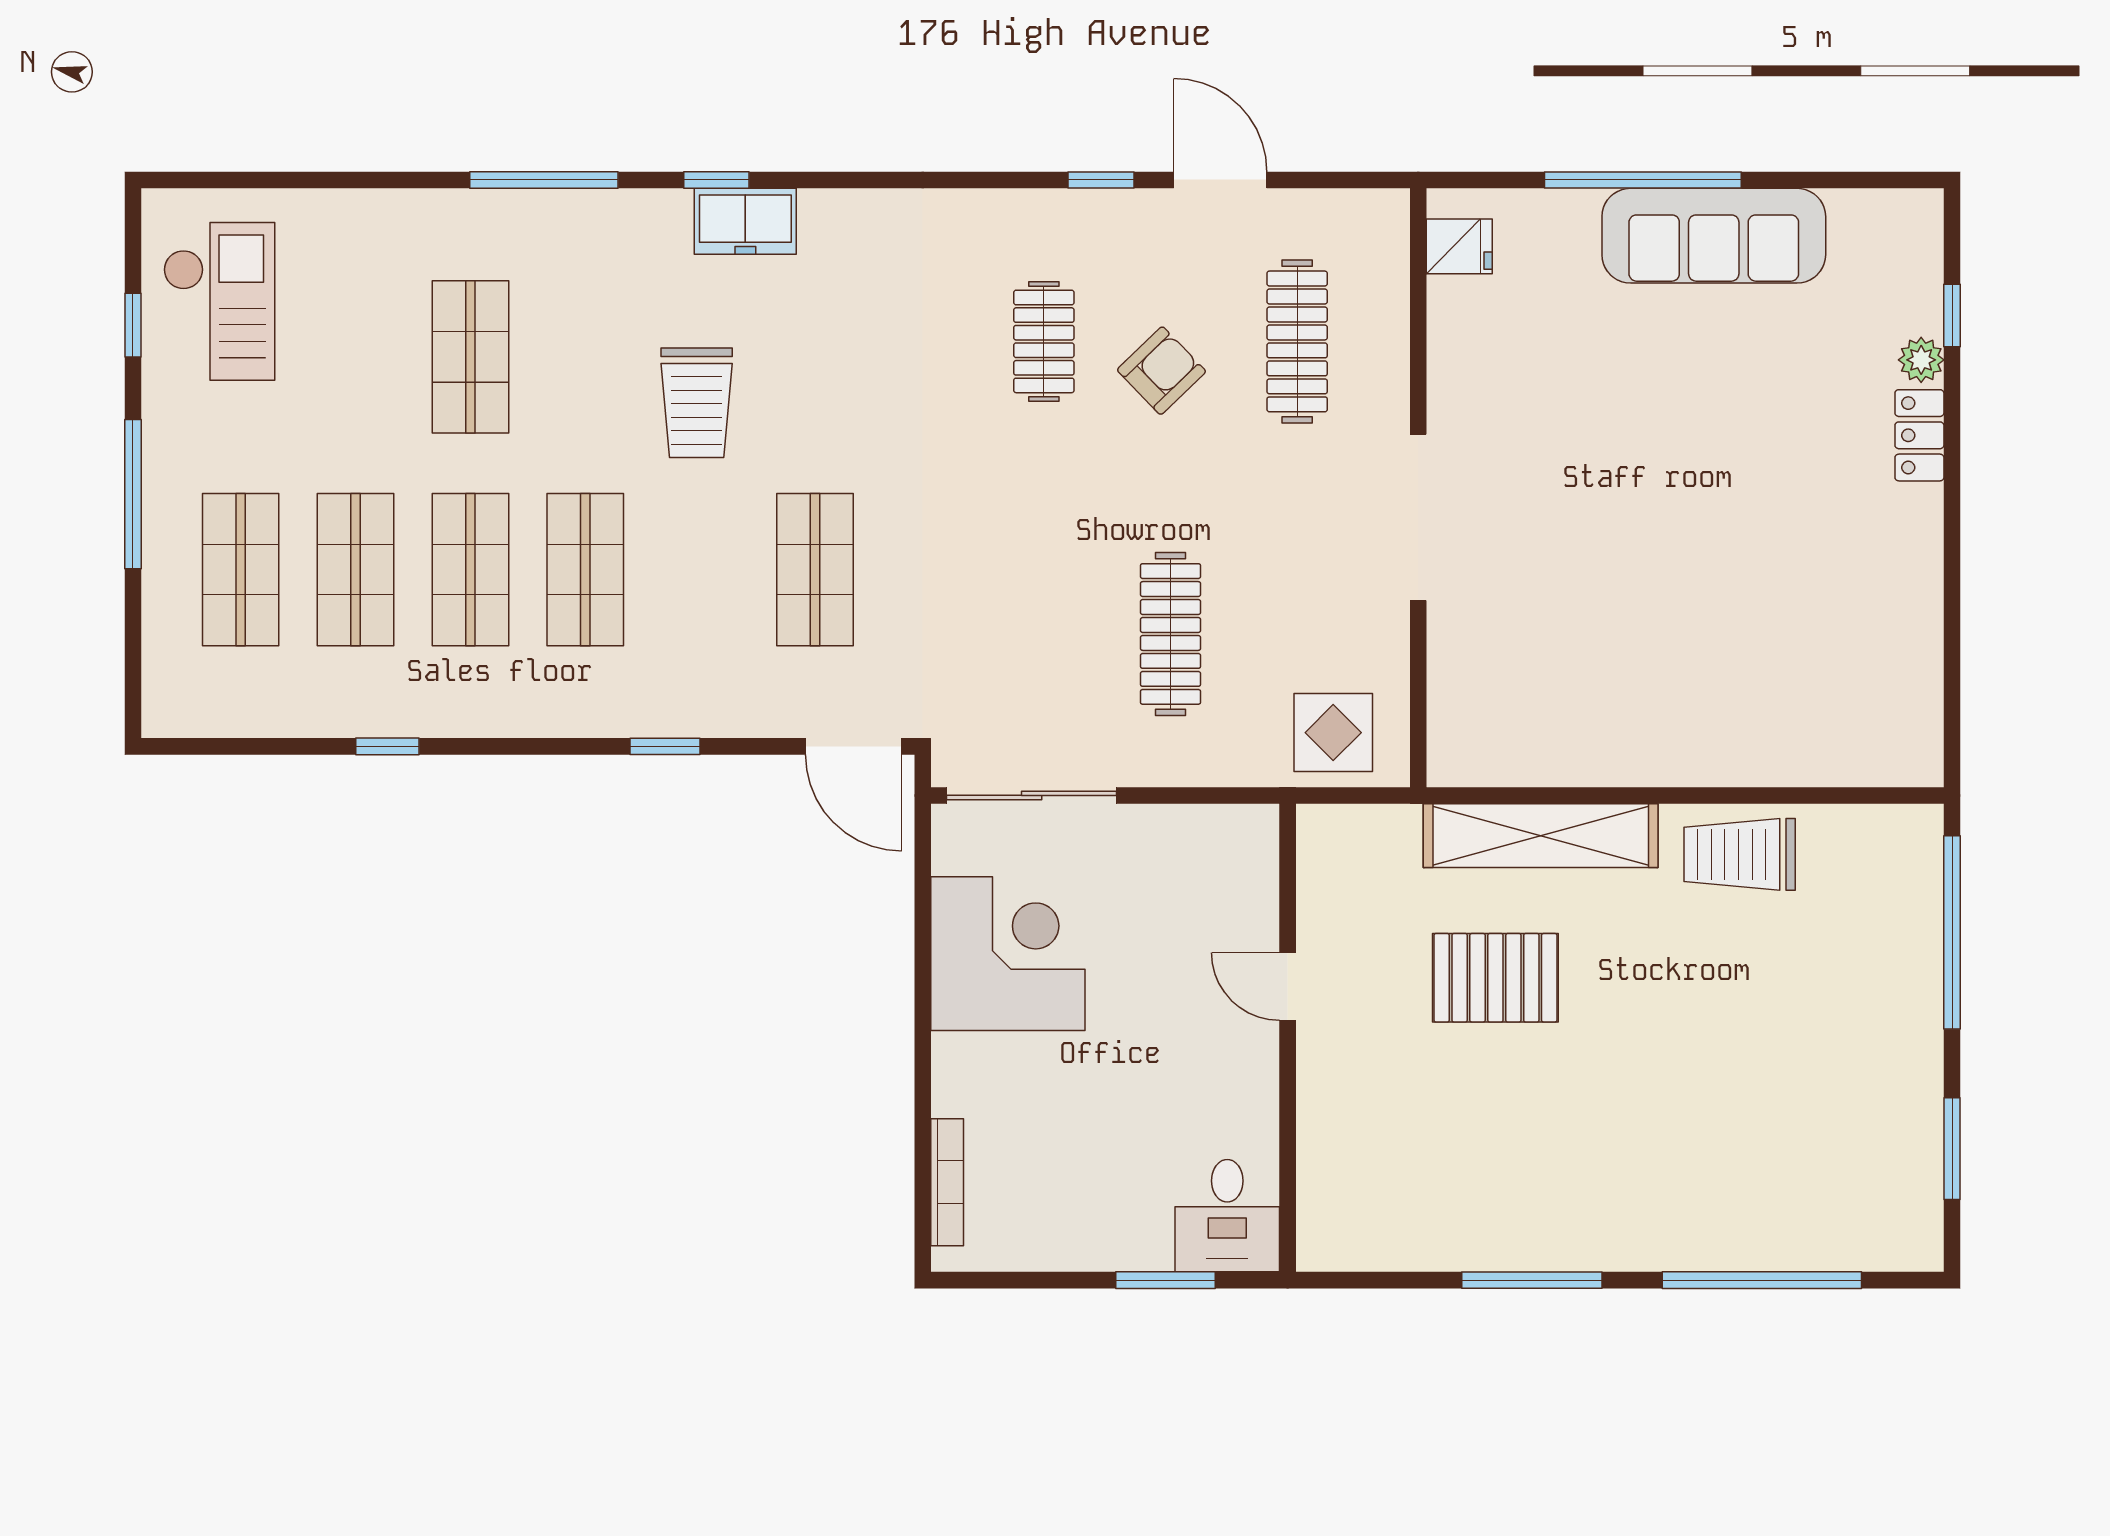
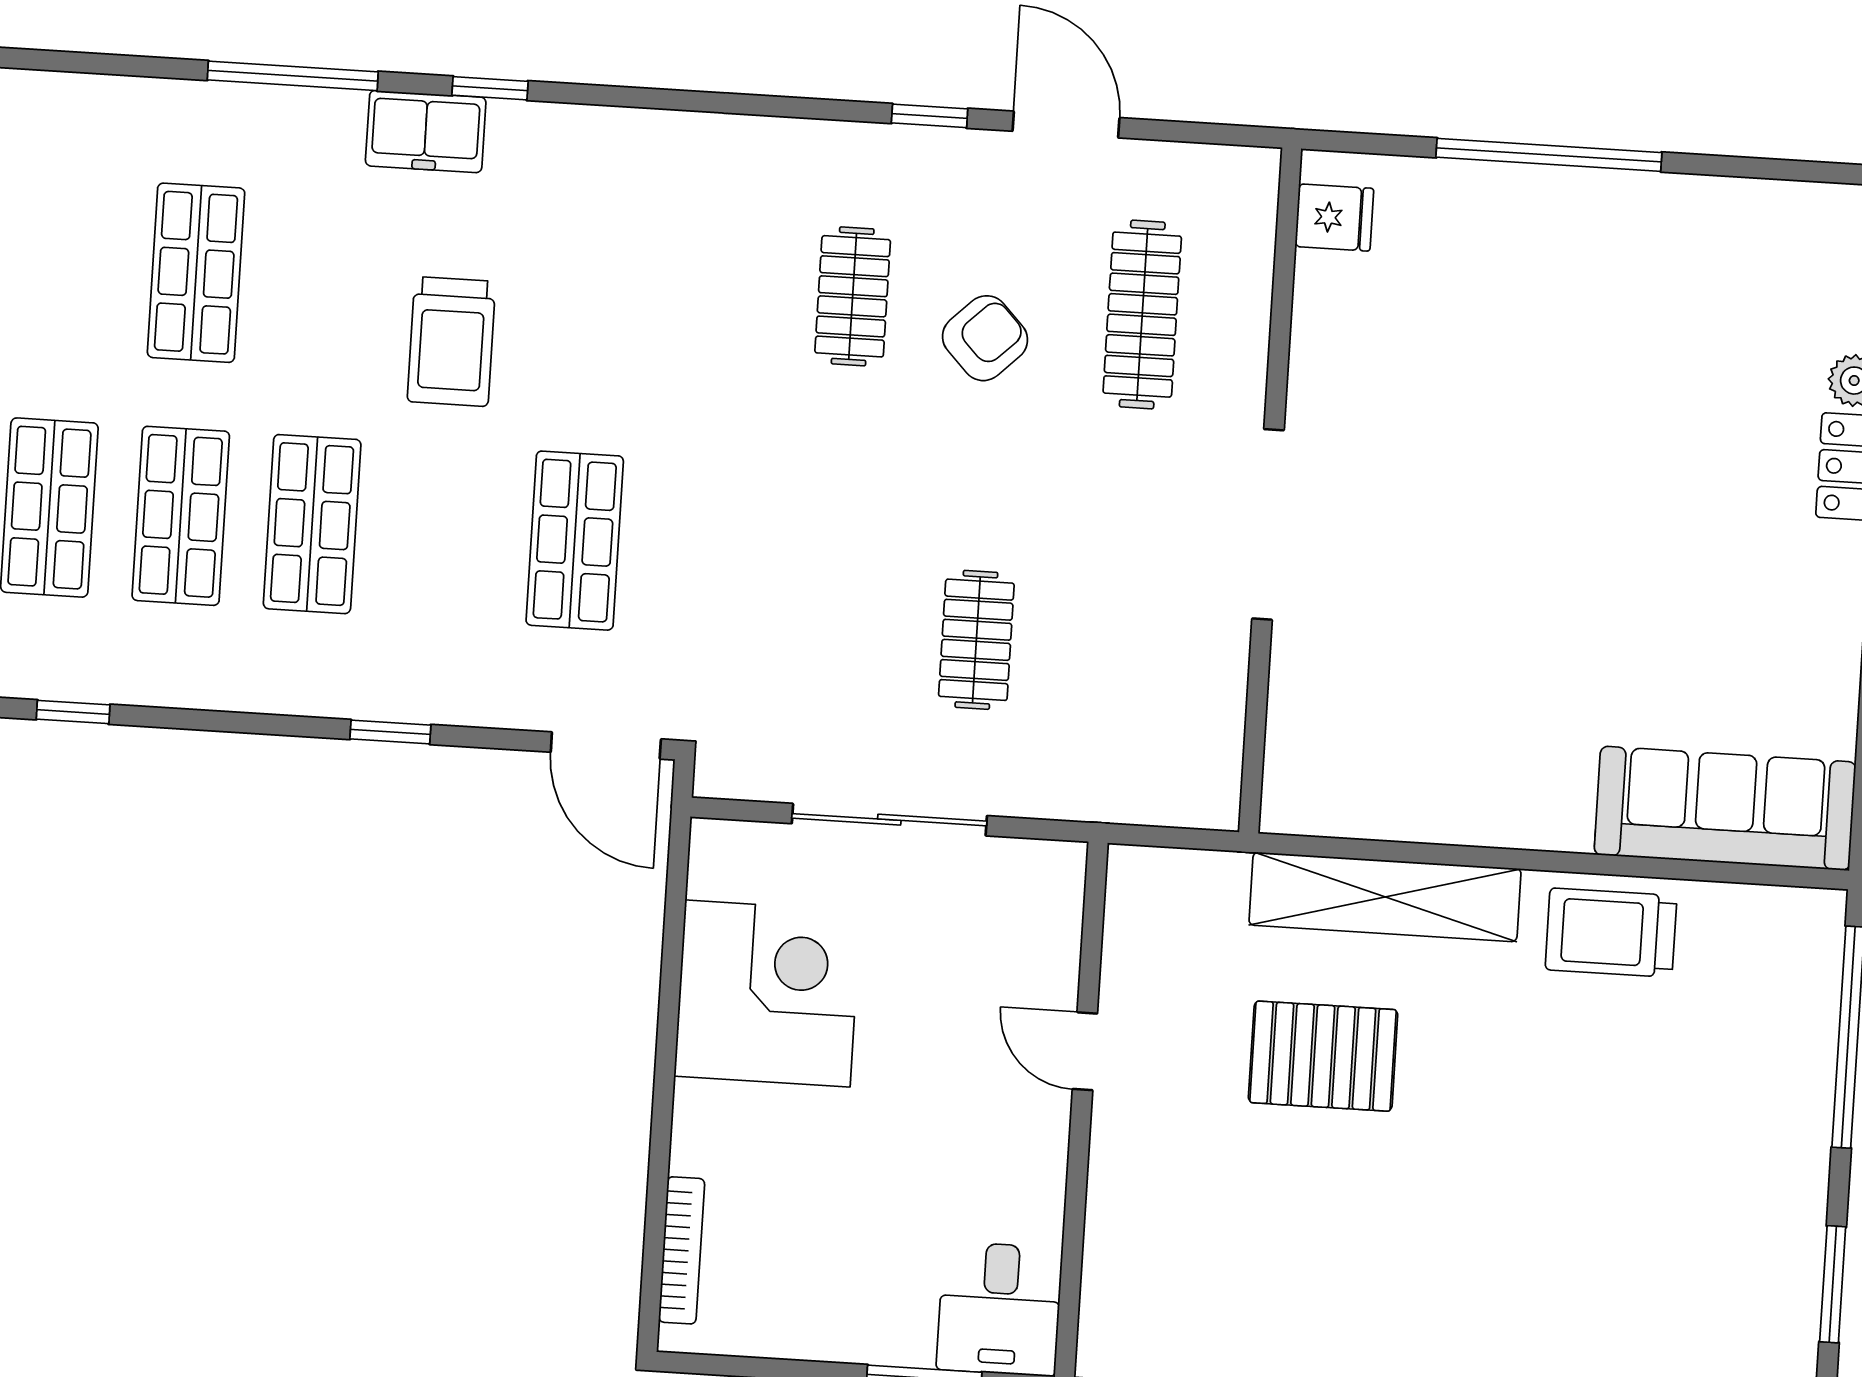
freezer: (745, 221) -> (426, 132), moved
sofa: (1714, 236) -> (1725, 808), moved, turned 180
clothes rail: (1171, 634) -> (976, 640), width x0.73
display table: (1333, 733) -> (1155, 764), removed
sliding door: (1032, 795) -> (889, 820), moved

